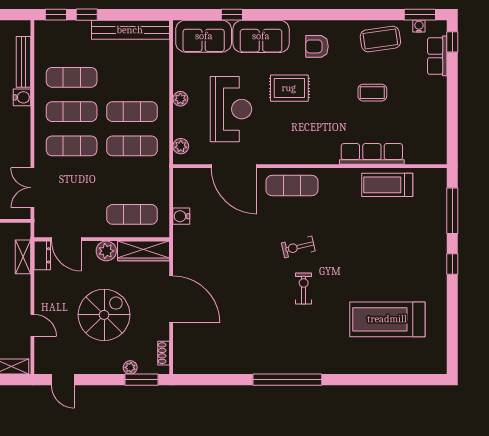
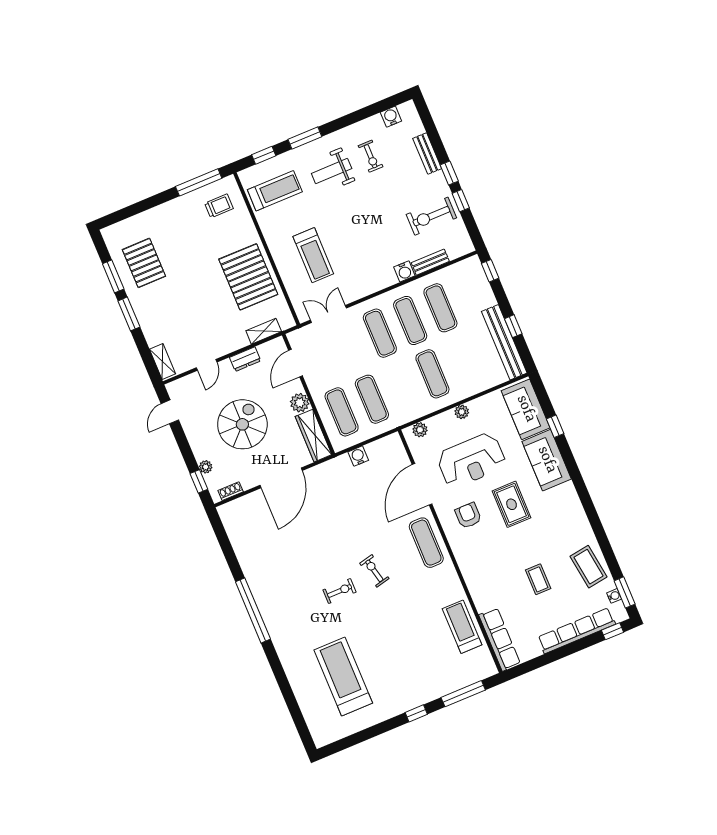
window: (87, 15) -> (513, 326), moved
armchair: (317, 46) -> (468, 516), moved
row of seats: (437, 56) -> (577, 631), width x2.02
bench: (23, 62) -> (430, 262), width x0.73
exercise mat: (132, 146) -> (372, 399), moved
row of seats: (372, 154) -> (500, 639), moved
dresser: (42, 255) -> (245, 359), moved
spiral stairs: (104, 315) -> (242, 424), turned -90
window: (141, 380) -> (199, 481), width x0.67

